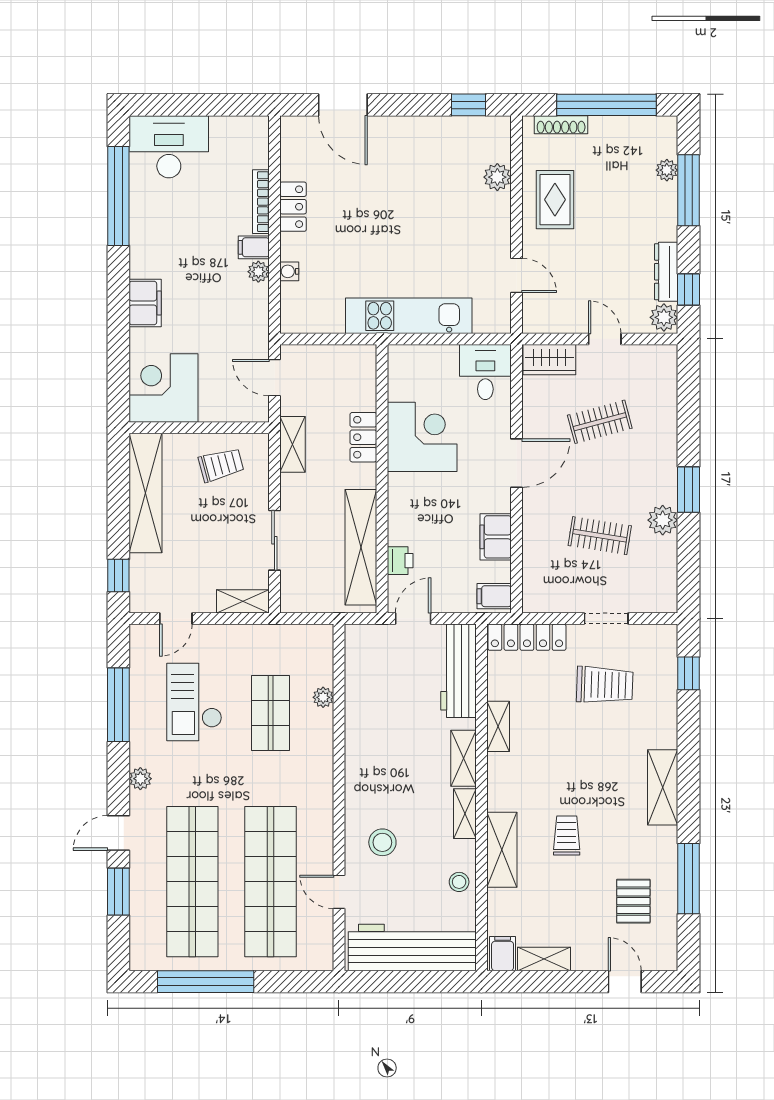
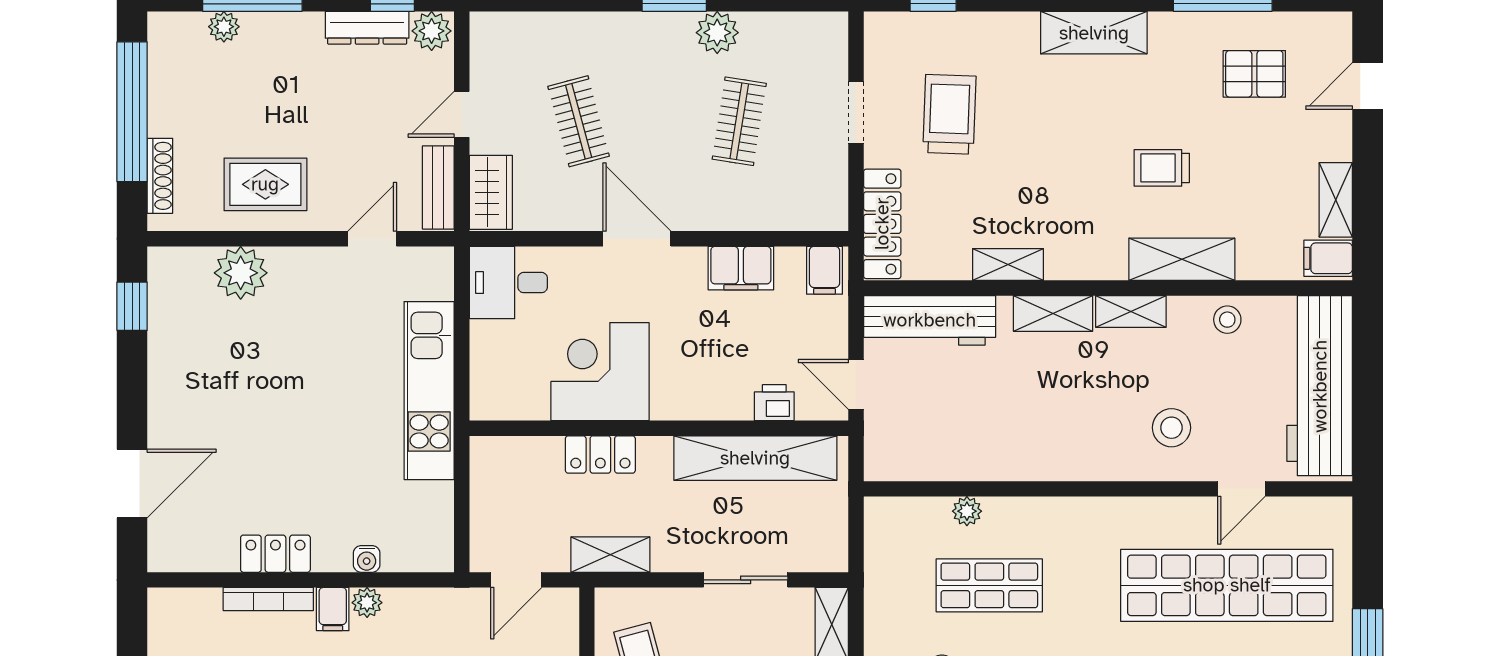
plant: (497, 177) -> (241, 273), width x1.36, depth x1.36
bench: (553, 322) -> (438, 187), added

